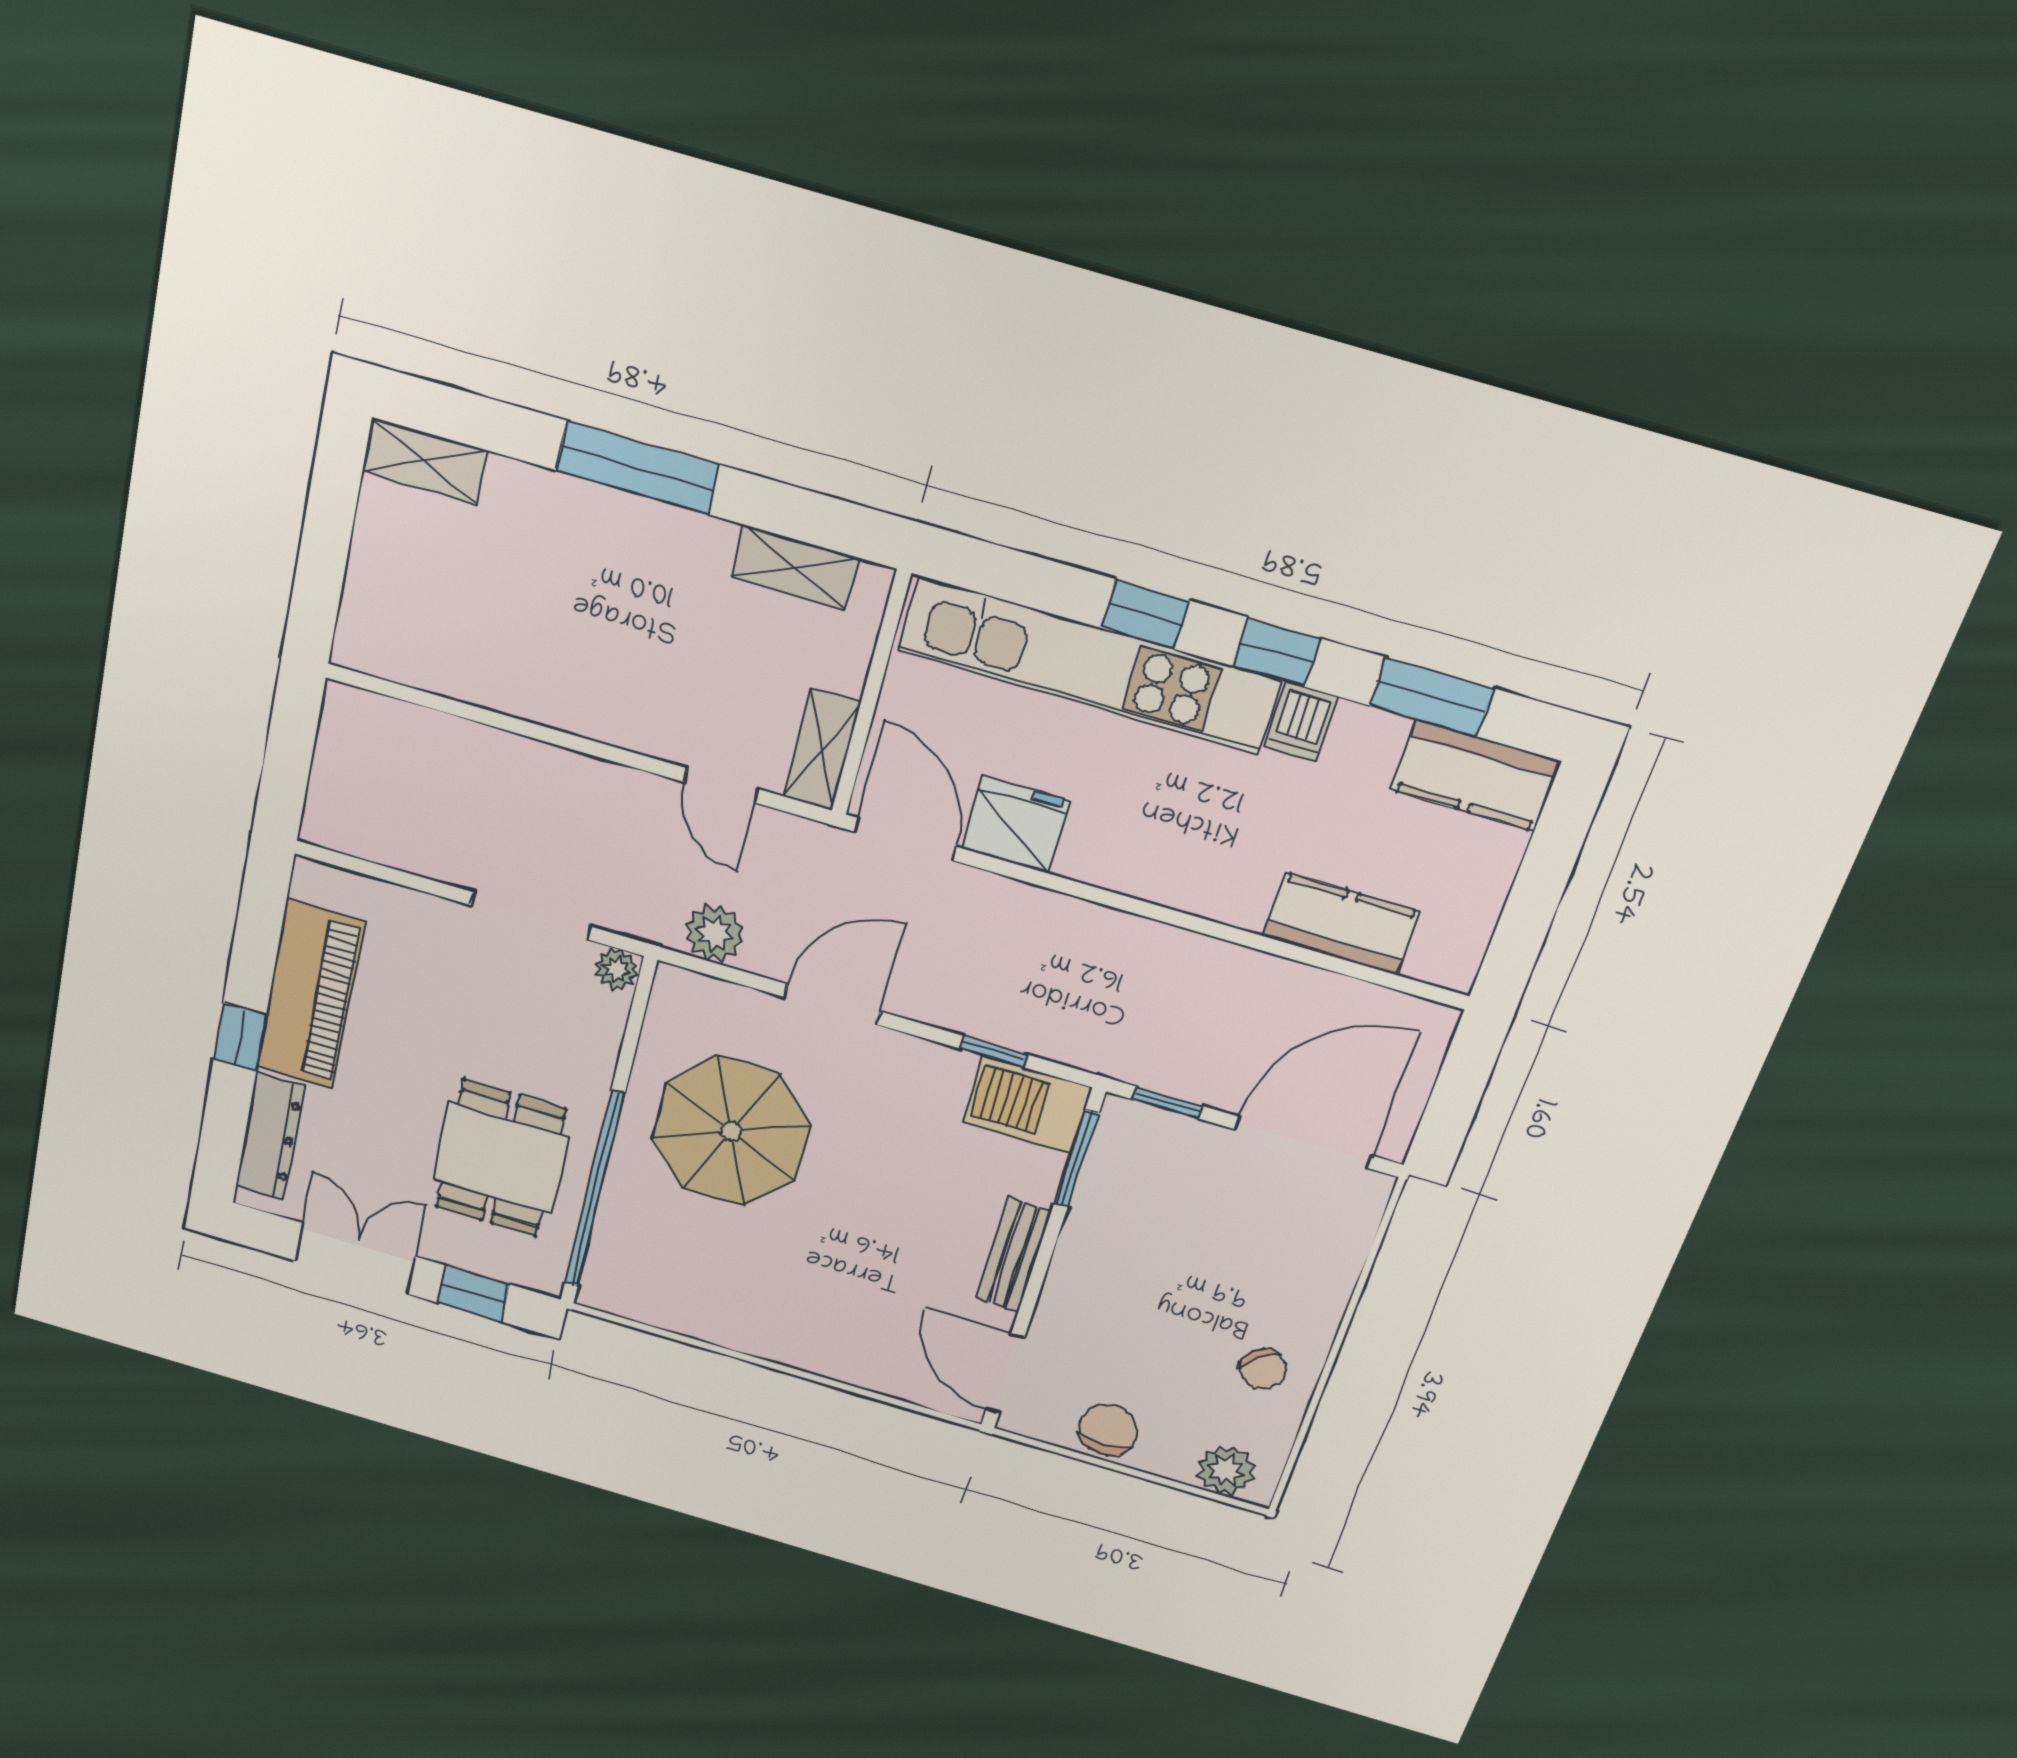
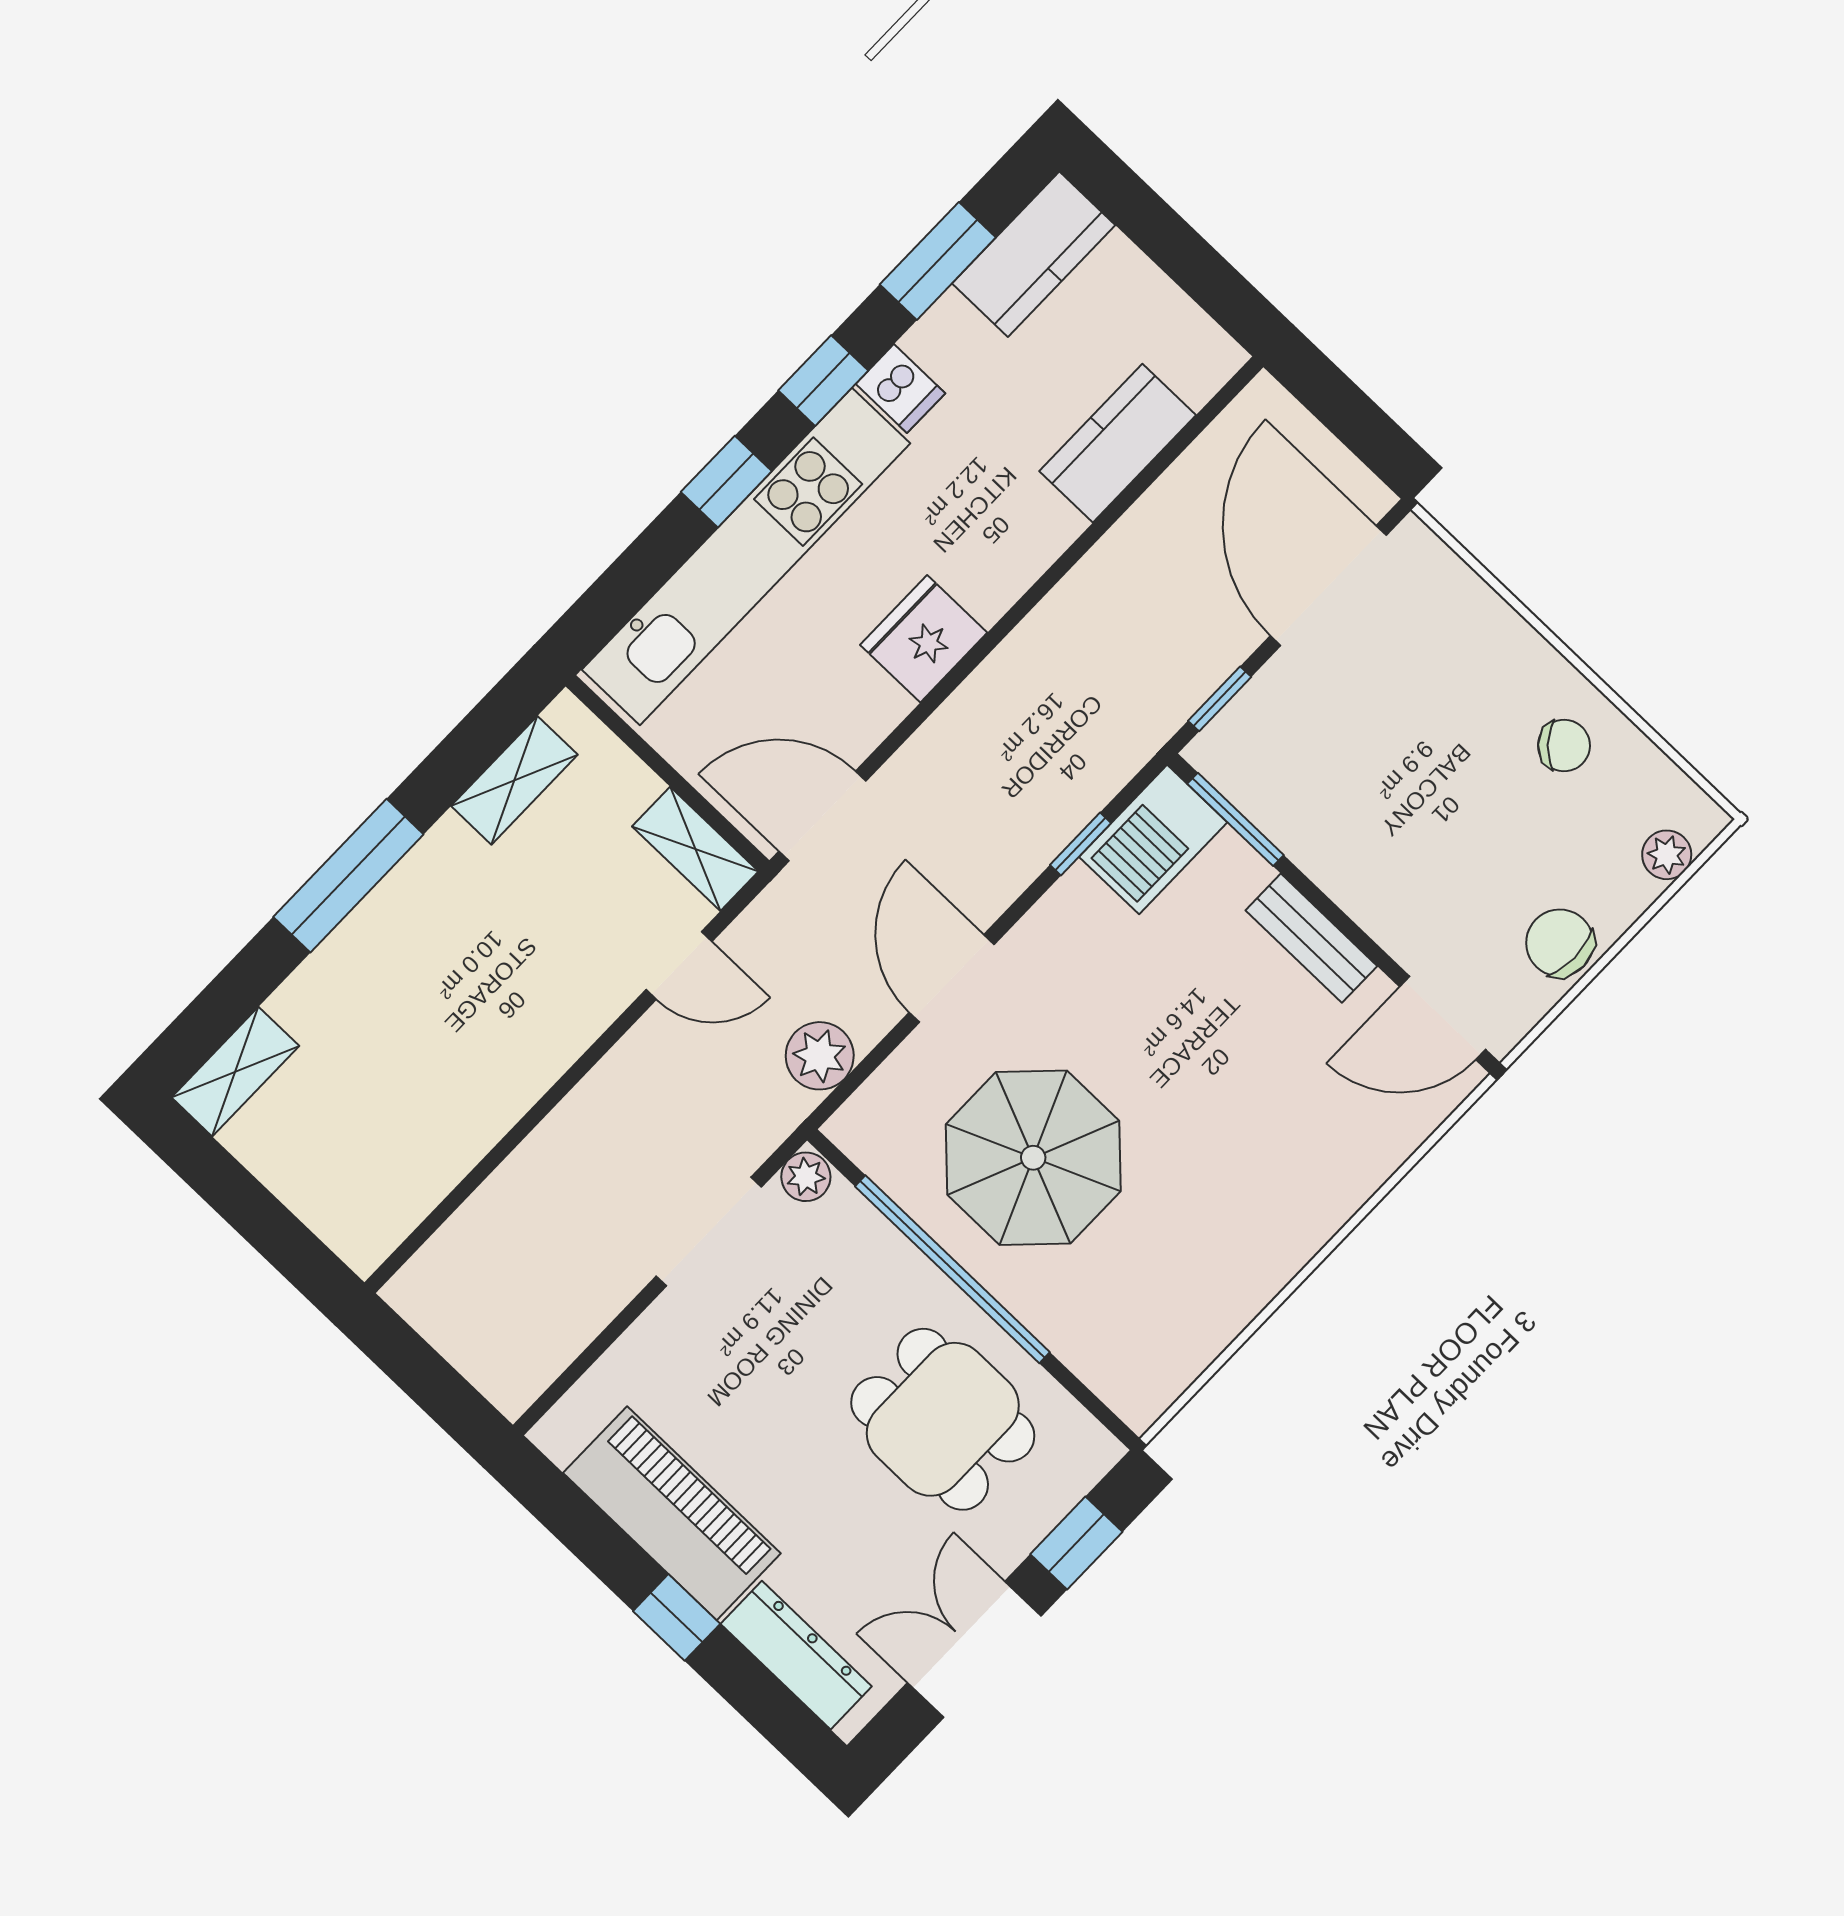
fridge: (1015, 825) -> (924, 639), moved
window: (594, 1190) -> (952, 1269), moved
plant: (1226, 1471) -> (1667, 855), width x0.73, depth x0.73

